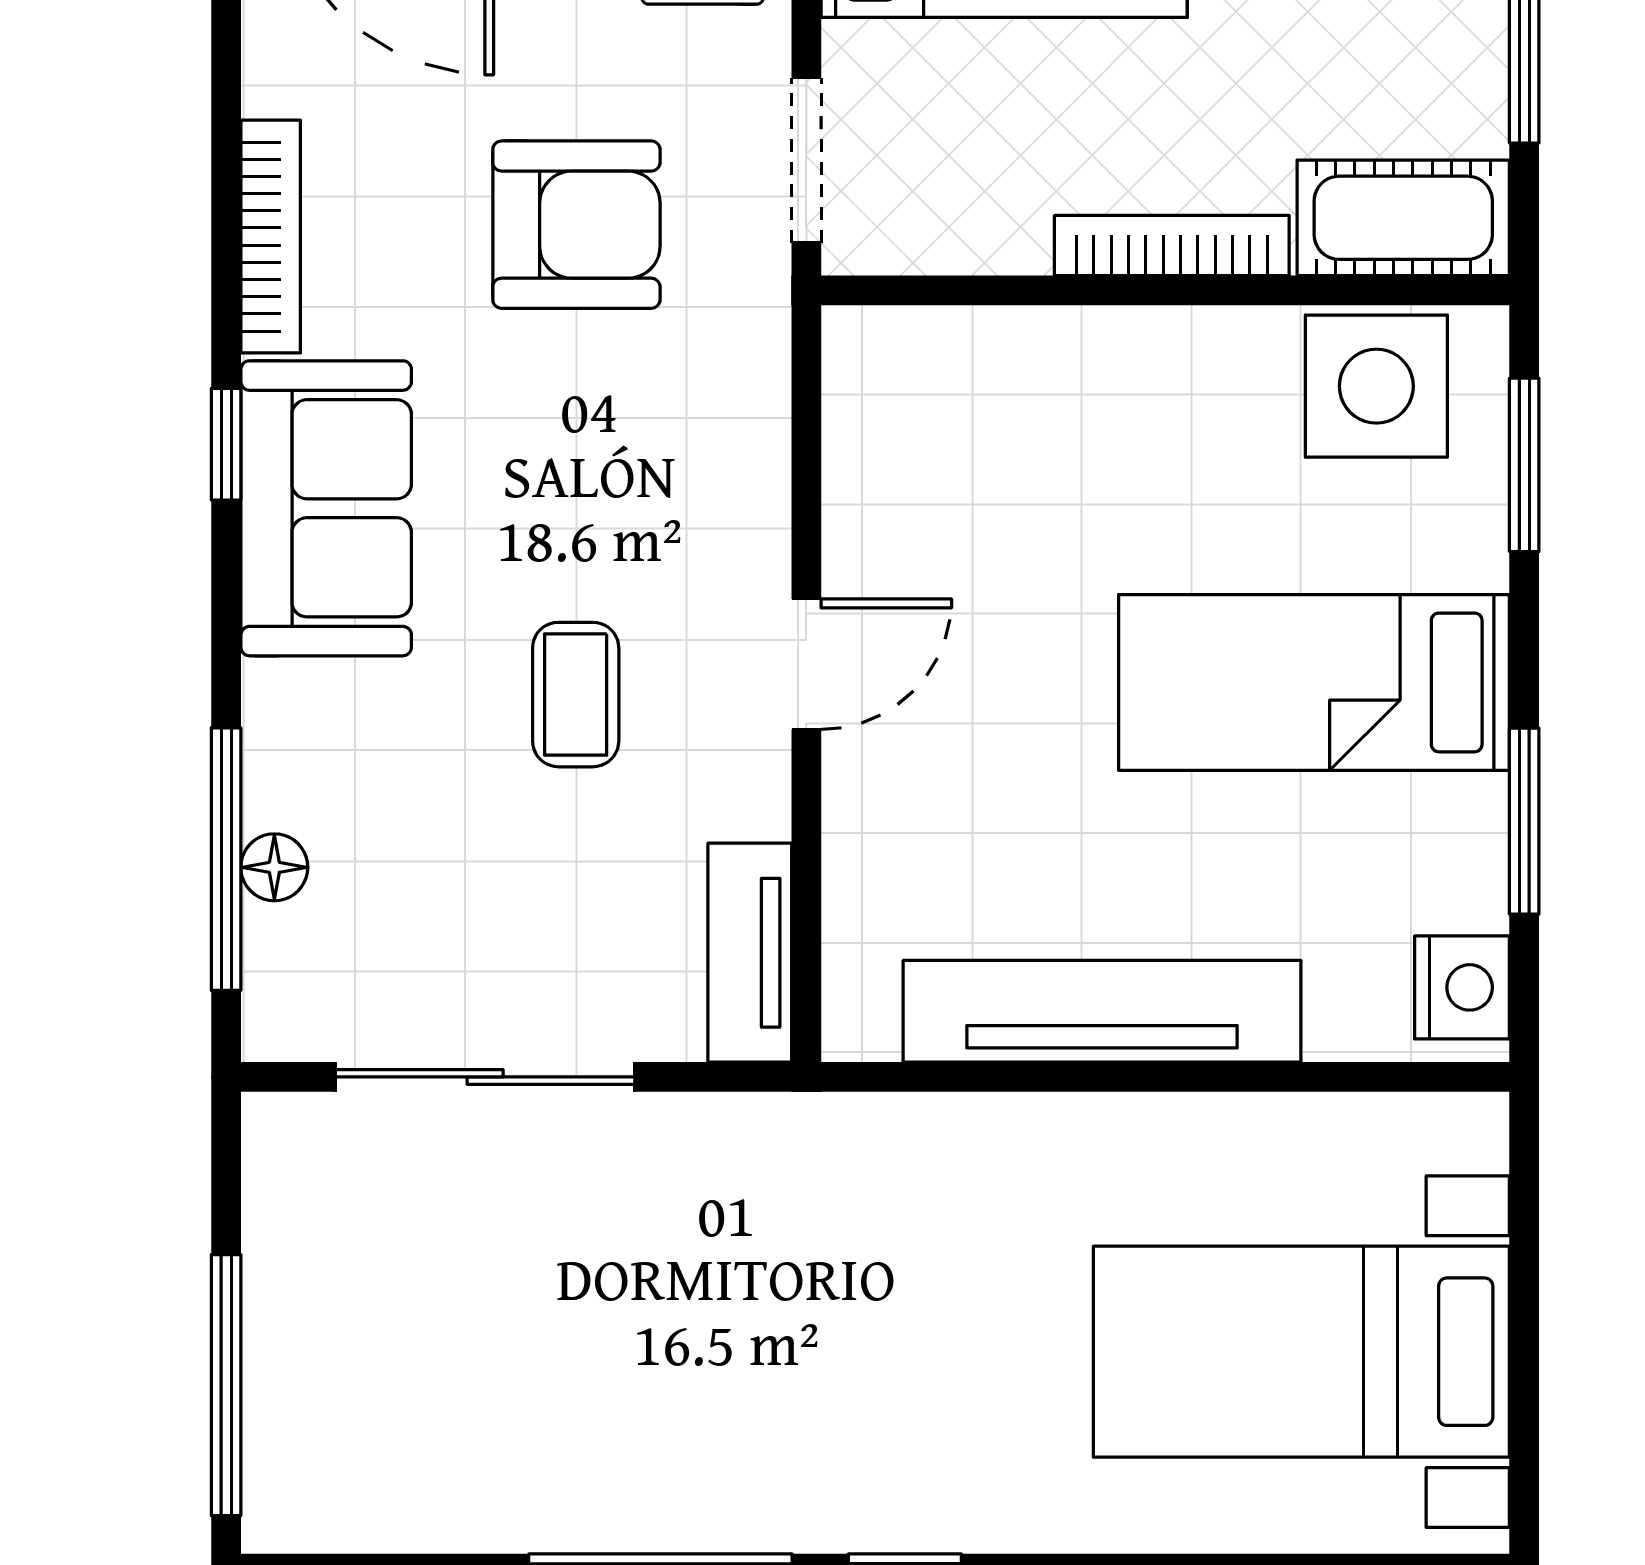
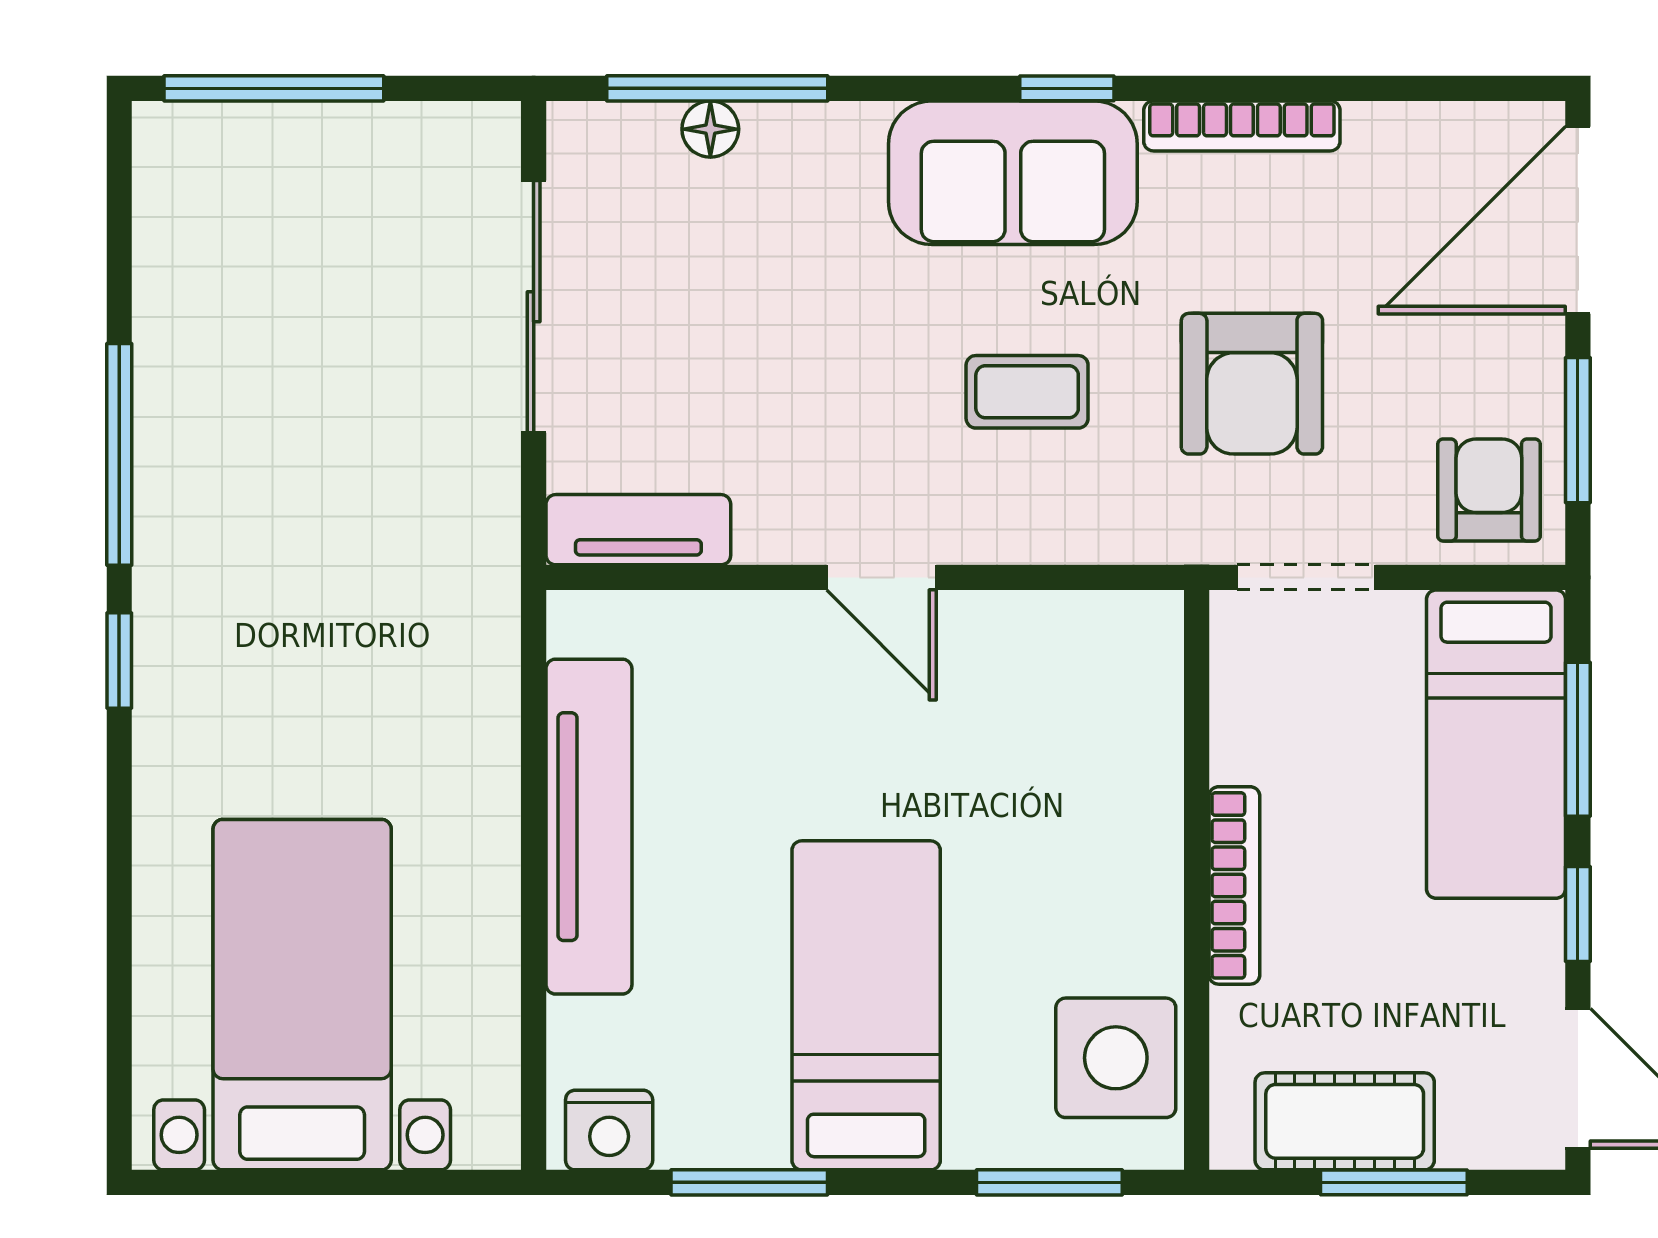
cot: (1403, 218) -> (1345, 1121), moved, turned 90
coffee table: (576, 695) -> (1027, 392), moved

